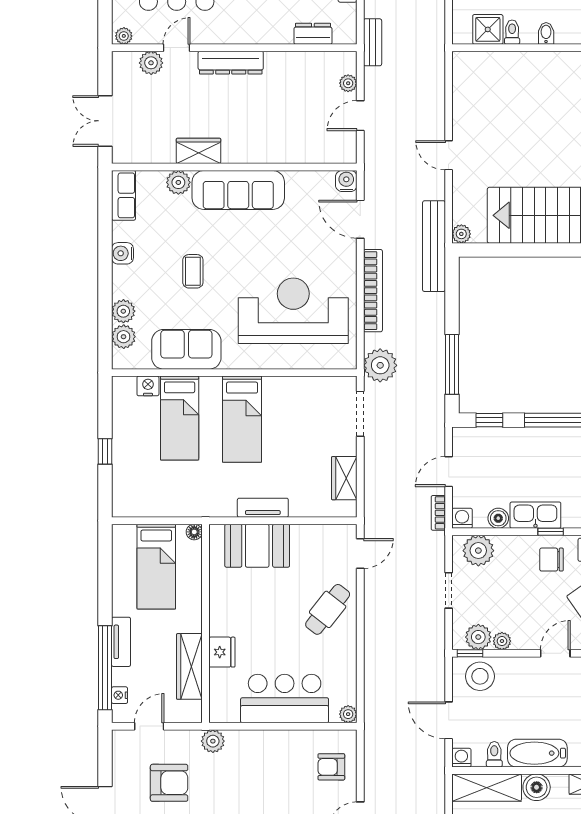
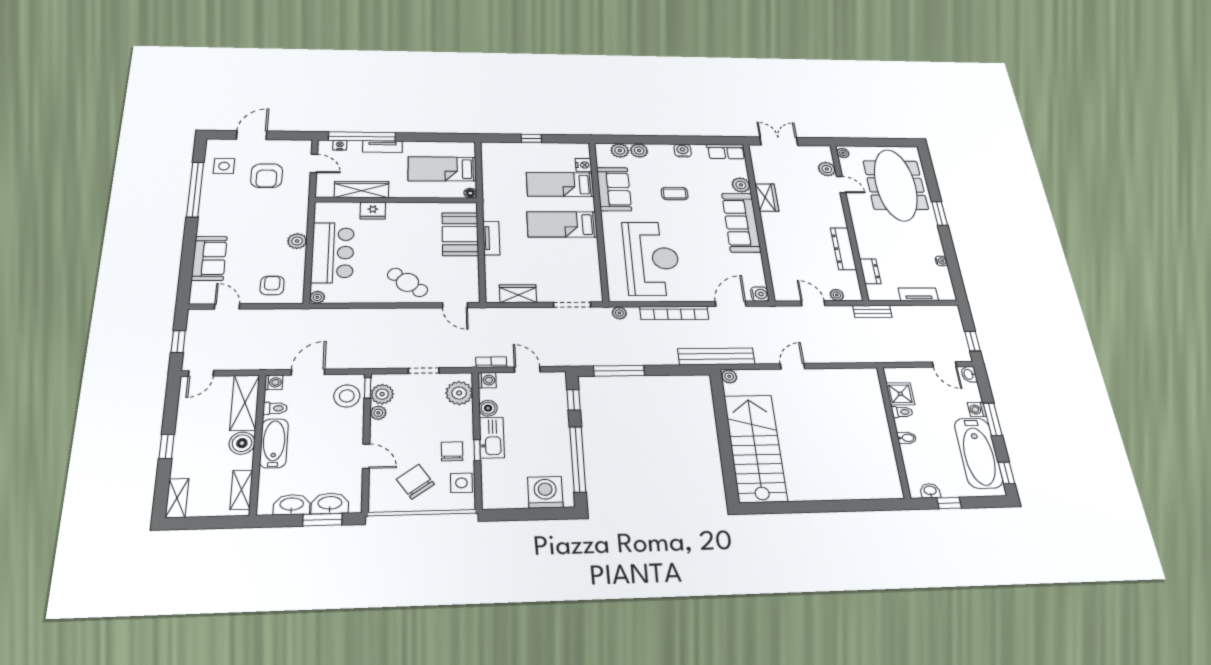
dresser: (231, 63) -> (843, 249), moved
plant: (380, 365) -> (619, 313), width x0.53, depth x0.53
plant: (213, 741) -> (297, 241), moved

